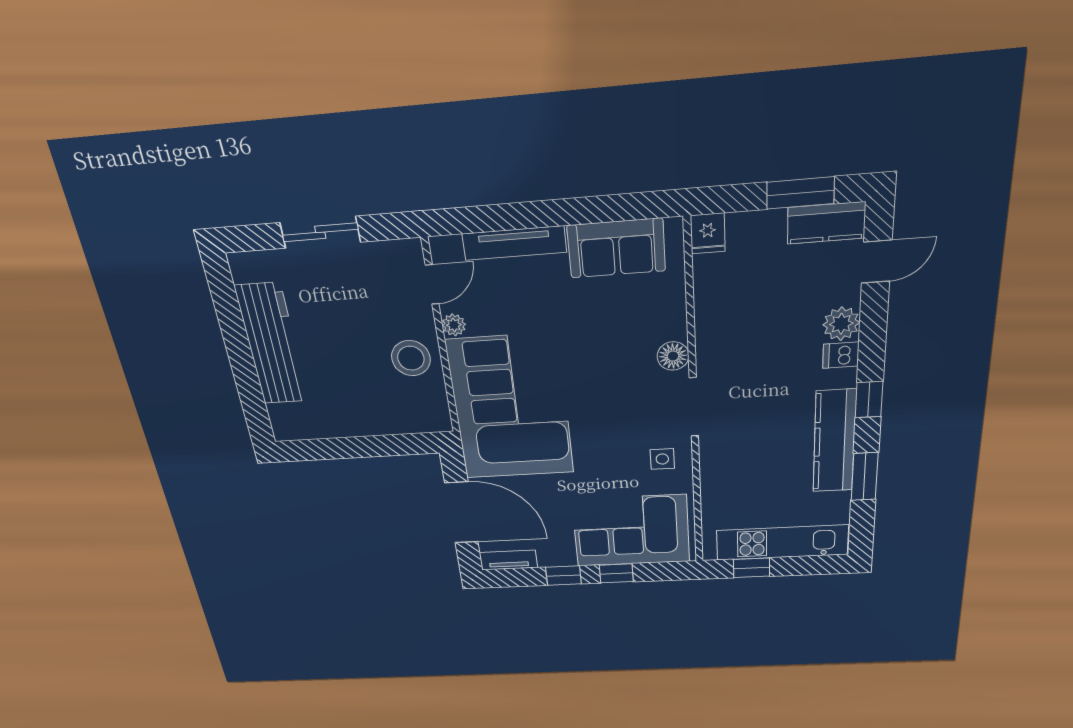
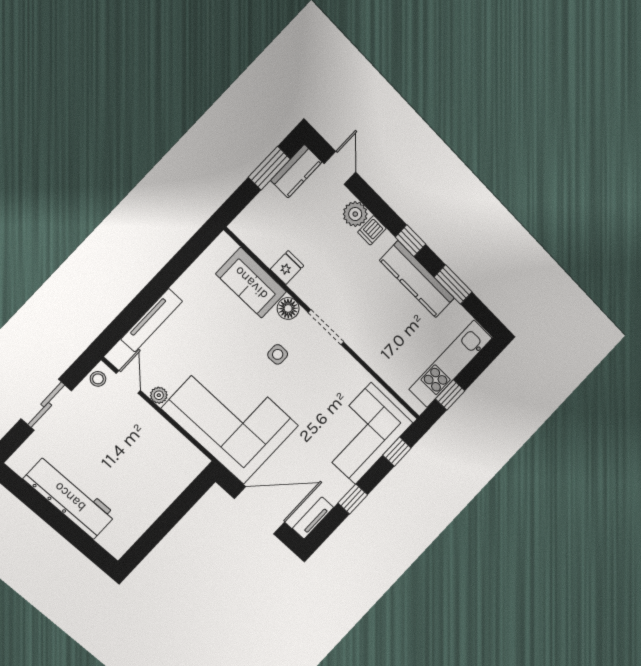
fridge: (708, 233) -> (287, 268), moved, turned -90
sofa: (616, 248) -> (251, 283), moved, turned 90
stool: (411, 358) -> (98, 379), moved, width x0.53, depth x0.53
side table: (662, 459) -> (278, 354), moved
window: (616, 573) -> (397, 452), moved

